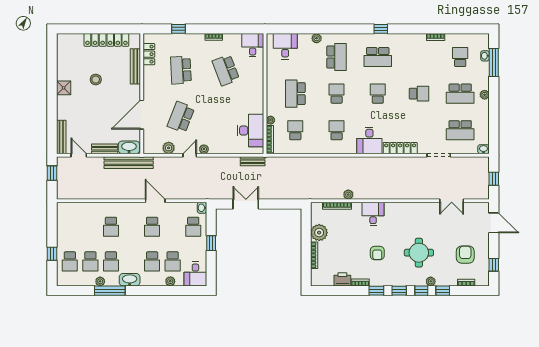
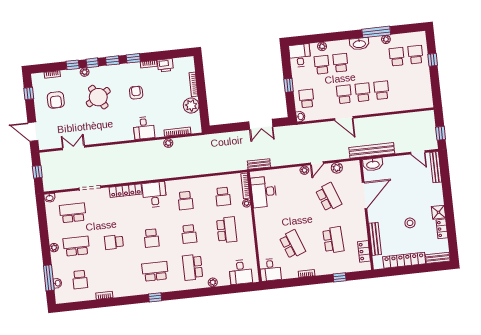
locker: (62, 69) -> (442, 229), added
school desk: (181, 117) -> (329, 197), turned -42
bench: (105, 149) -> (438, 258), moved
round table: (419, 253) -> (98, 97), turned -30
school desk: (111, 261) -> (363, 92), moved

